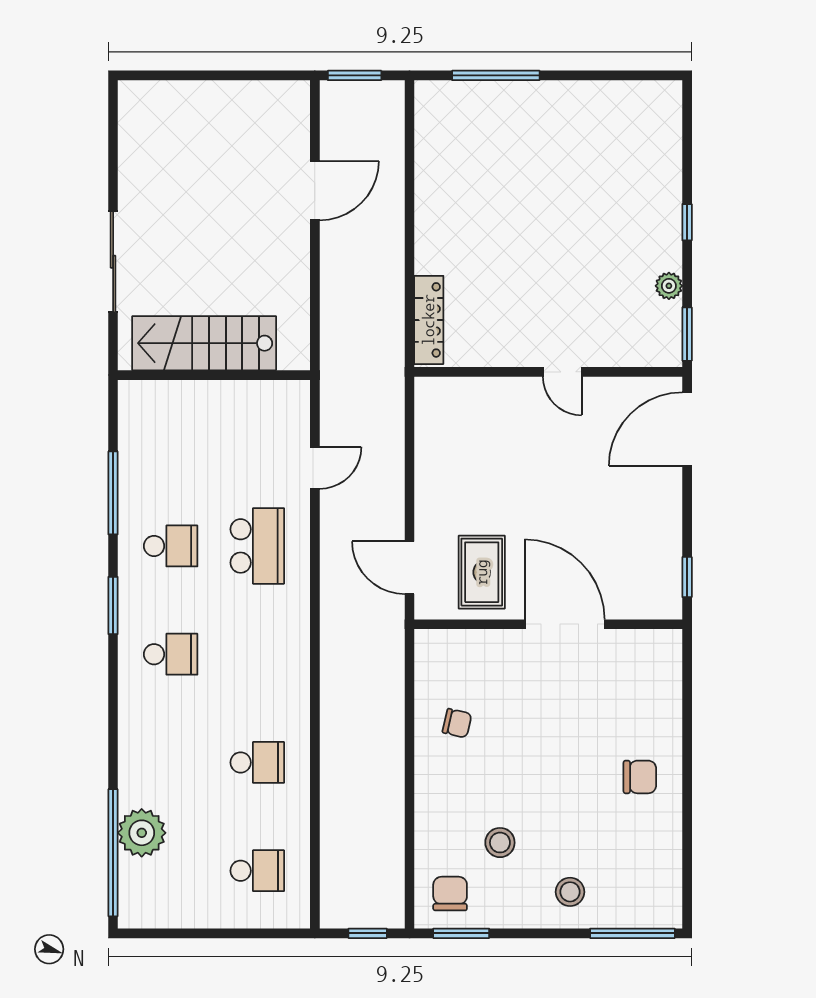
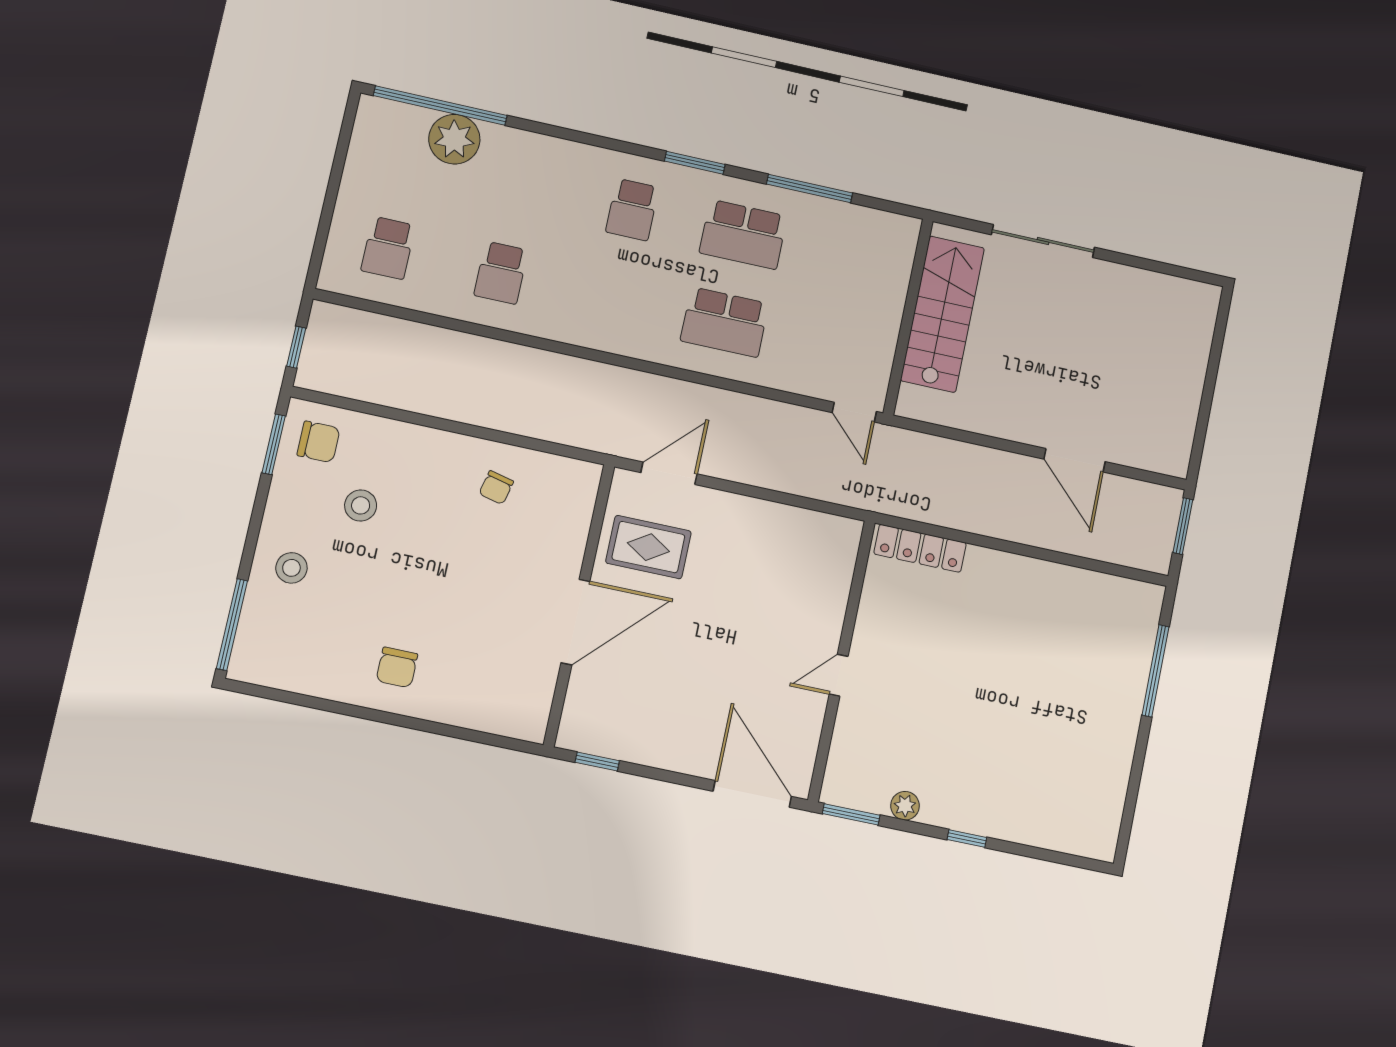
door: (315, 468) -> (854, 412), moved
school desk: (171, 546) -> (743, 234), width x1.85

